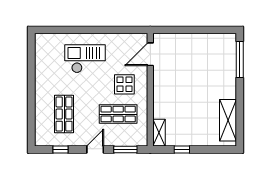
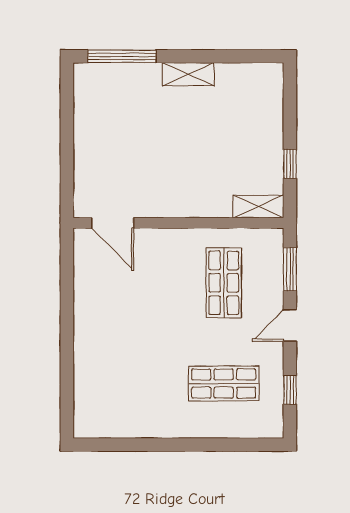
checkout: (85, 59) -> (121, 345), removed
display table: (124, 84) -> (168, 271), removed
shelving: (228, 120) -> (188, 74), moved, width x0.67, depth x0.75
door: (95, 150) -> (290, 325), hinge flipped

